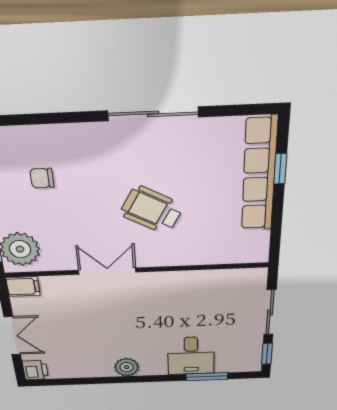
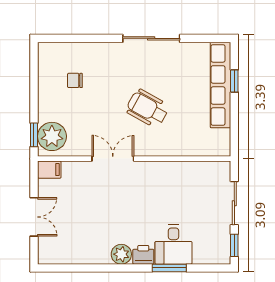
printer: (35, 370) -> (143, 255), moved, turned -90
window: (207, 377) -> (169, 268), moved

